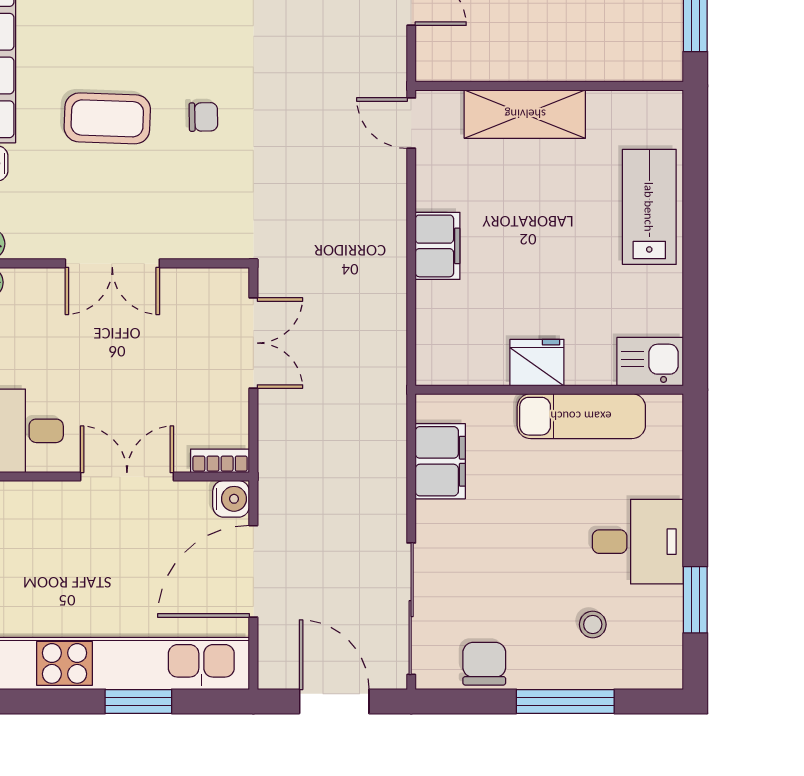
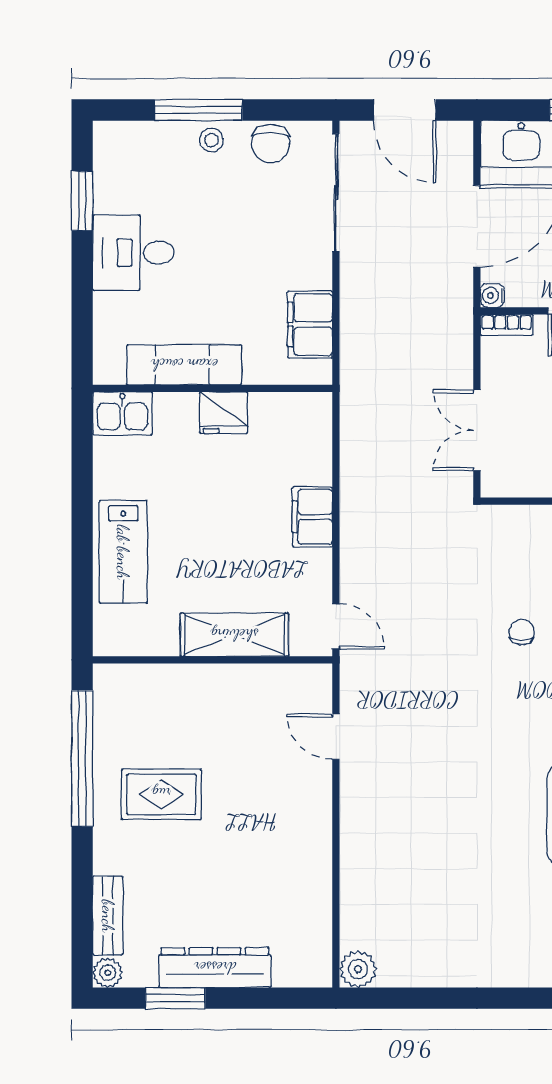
chair: (203, 117) -> (522, 632), turned 91
water cooler: (231, 499) -> (492, 295), width x0.72, depth x0.72
stool: (593, 624) -> (211, 140), moved

